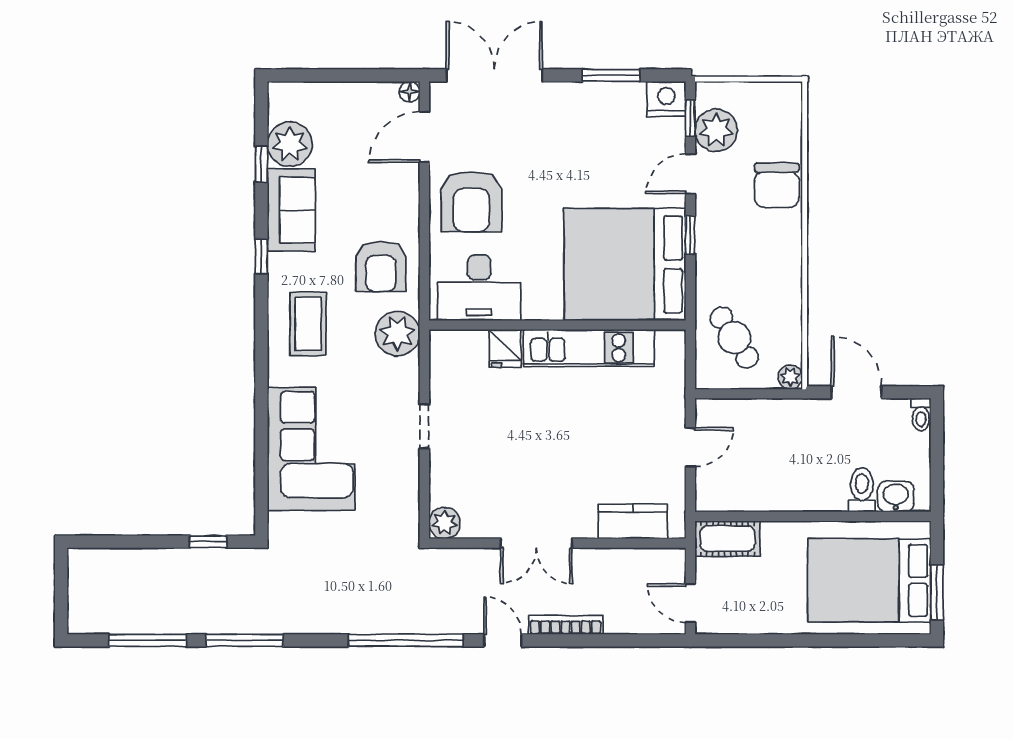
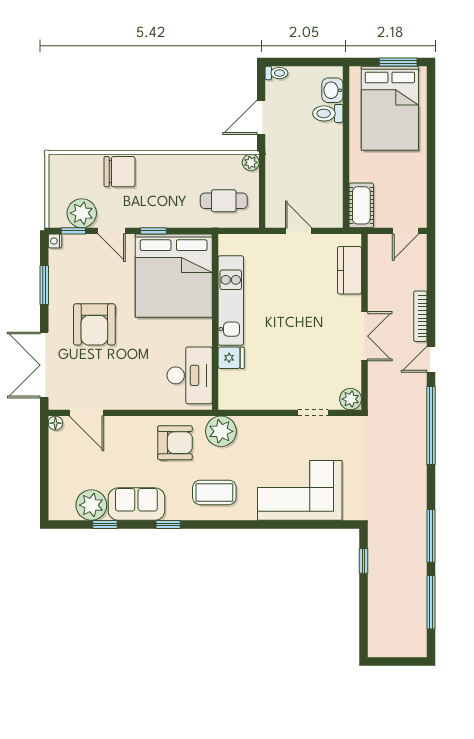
nightstand: (666, 99) -> (55, 241), width x0.53, depth x0.56
armchair: (471, 202) -> (94, 324), moved, turned 90
cafe table: (734, 338) -> (224, 201), turned 33
doorway: (424, 426) -> (313, 413), moved

